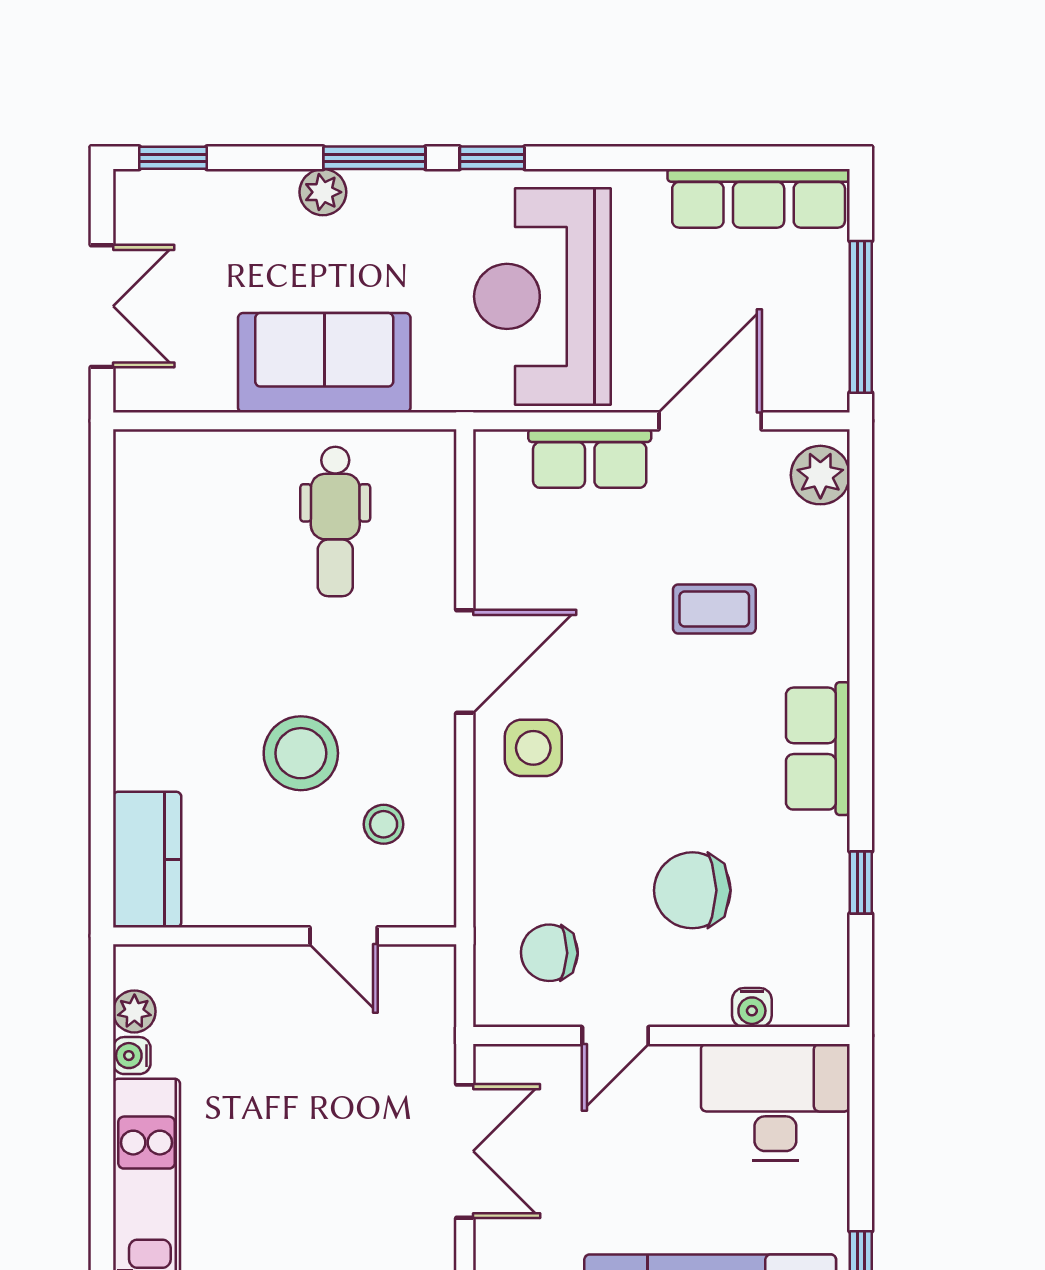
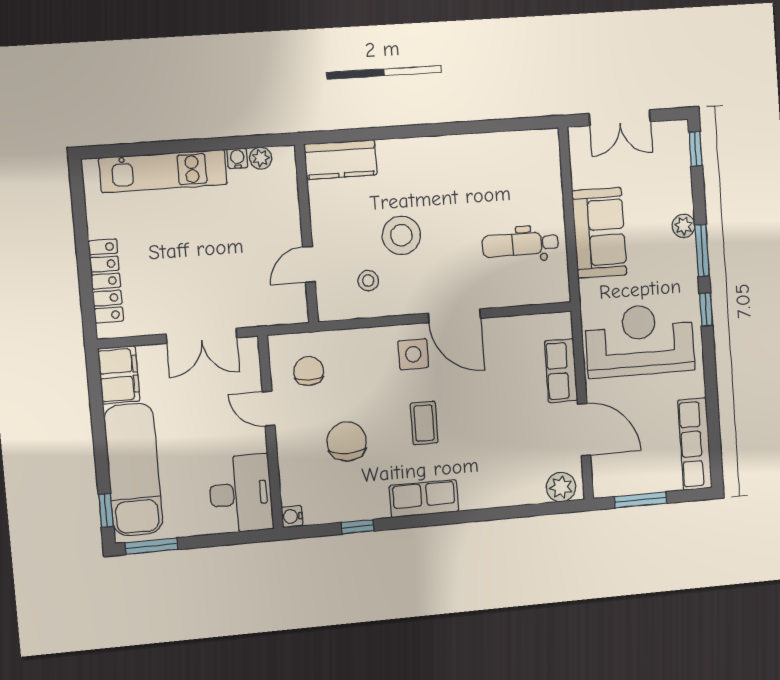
window: (861, 317) -> (640, 500), width x0.69
coffee table: (714, 609) -> (424, 423), moved
water cooler: (752, 1008) -> (292, 516), moved

